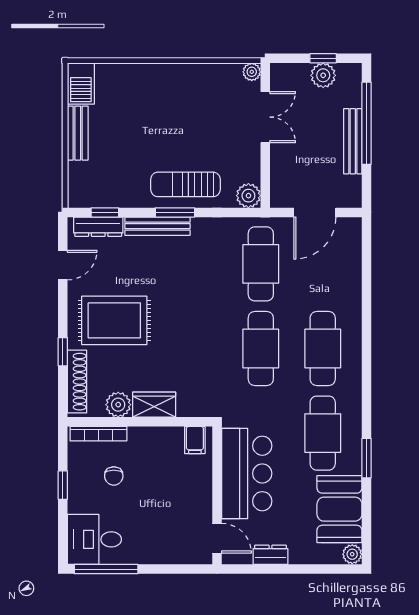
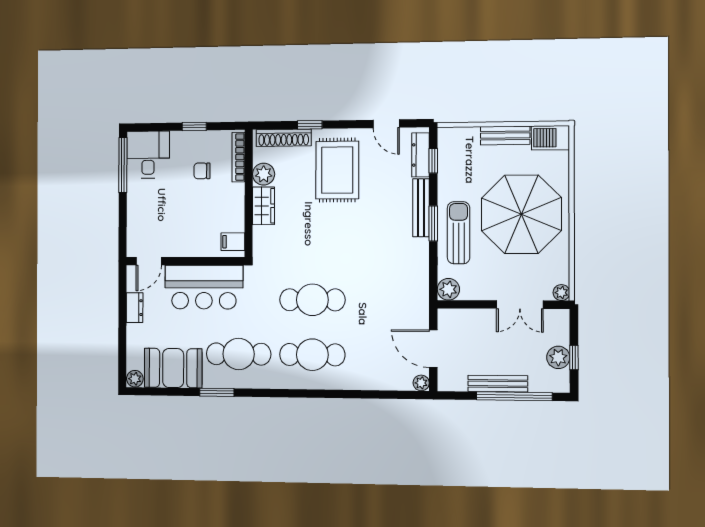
parasol: (165, 115) -> (521, 214), added
plant: (353, 226) -> (421, 383), added
cafe table: (261, 264) -> (387, 300), removed

